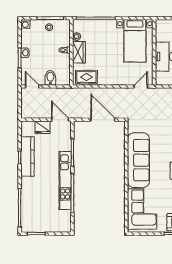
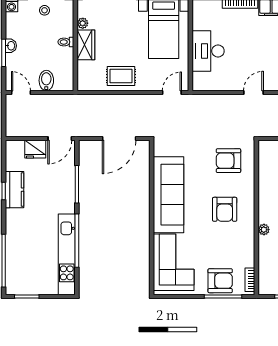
rug: (86, 77) -> (121, 76), moved
door: (60, 120) -> (60, 138), swing flipped
door: (103, 120) -> (119, 138), swing flipped
kitchen counter: (27, 156) -> (14, 190), width x0.67
kitchen unit: (65, 180) -> (67, 254), moved

